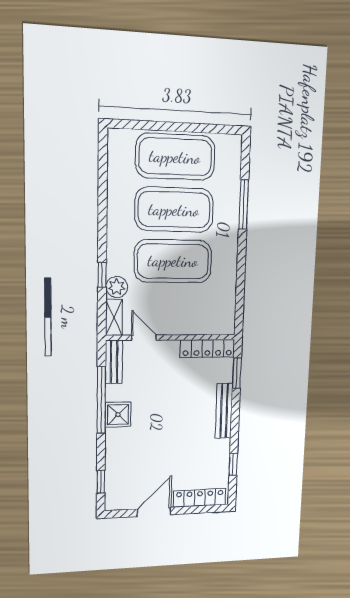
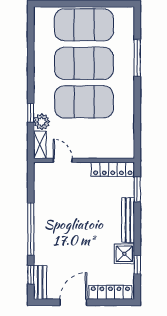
bench: (114, 362) -> (40, 282), moved
window: (101, 400) -> (31, 229), moved
shower: (118, 415) -> (124, 254), moved

